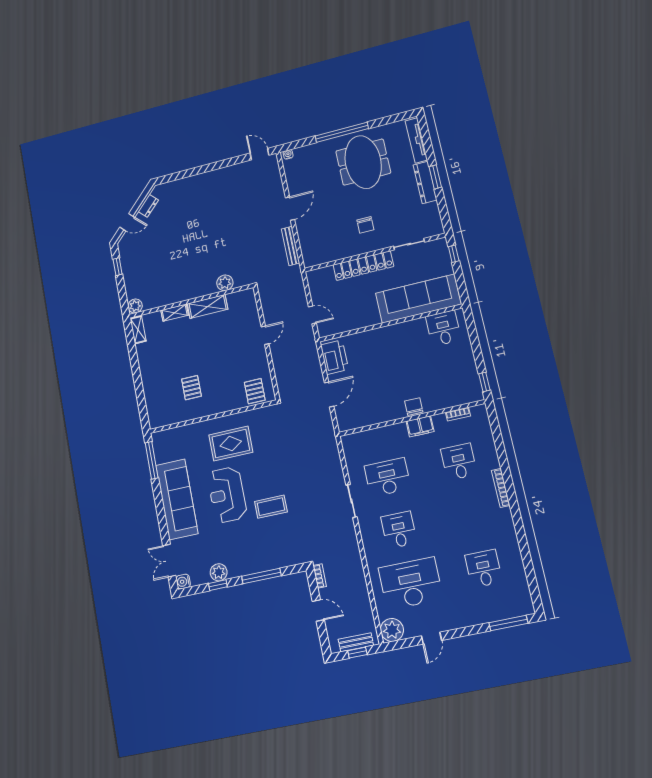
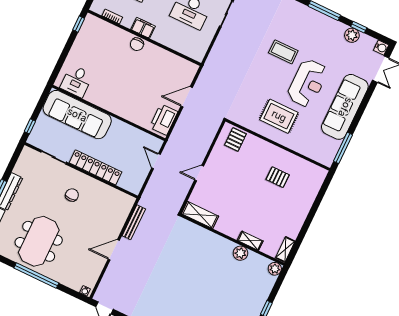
plant: (225, 283) -> (240, 253), moved
shelving: (208, 306) -> (200, 215), moved
pallet: (191, 388) -> (278, 177), turned 90

